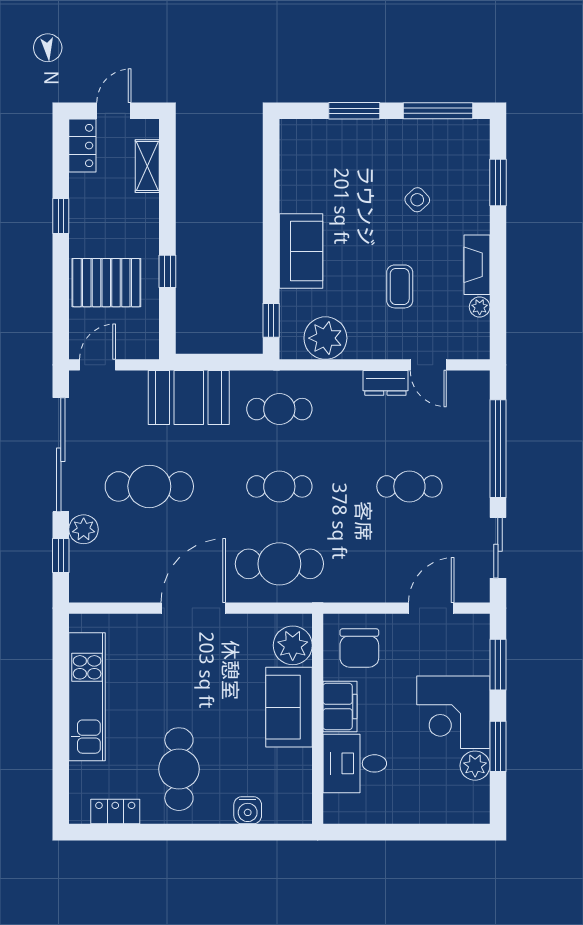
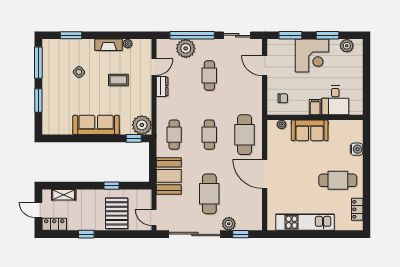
sofa: (301, 251) -> (96, 125), width x1.36
plant: (325, 338) -> (142, 125), moved
plant: (469, 434) -> (186, 48), added
plant: (293, 645) -> (282, 124), width x0.53, depth x0.53
chair: (359, 648) -> (283, 98), width x0.54, depth x0.54
filing cabinet: (340, 707) -> (315, 107), width x0.50
plant: (475, 766) -> (347, 46), moved

